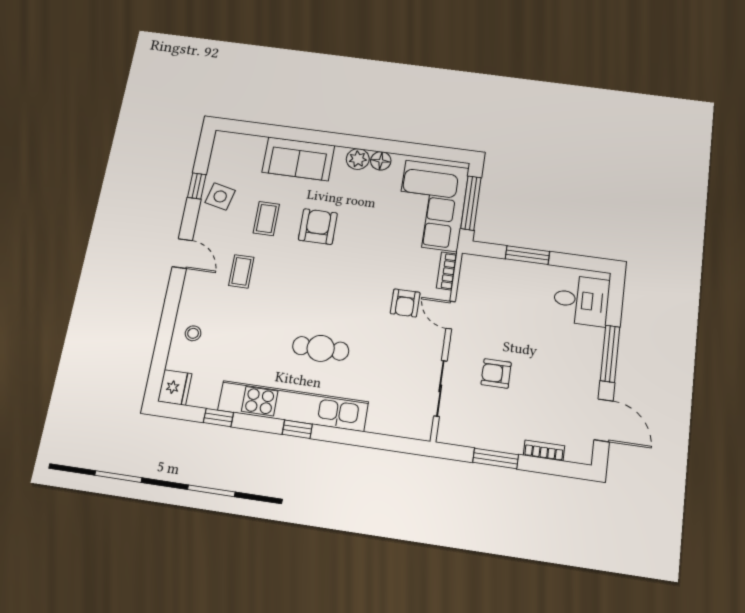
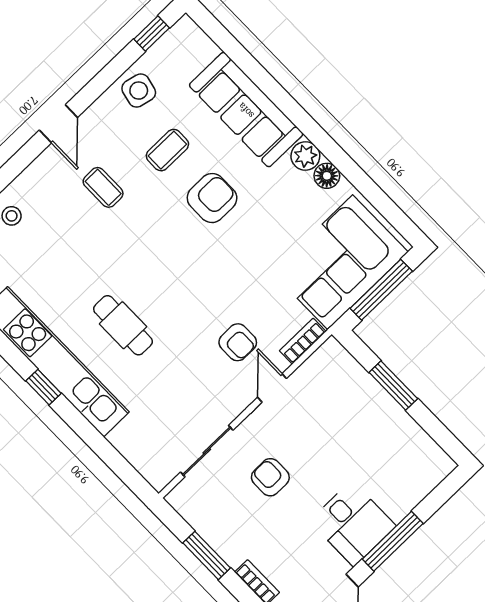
sofa: (298, 159) -> (246, 110), width x1.36
window: (197, 186) -> (152, 34), moved
coffee table: (241, 271) -> (103, 187), turned 90
desk: (581, 300) -> (353, 523), moved
armchair: (405, 303) -> (238, 342), turned -90

